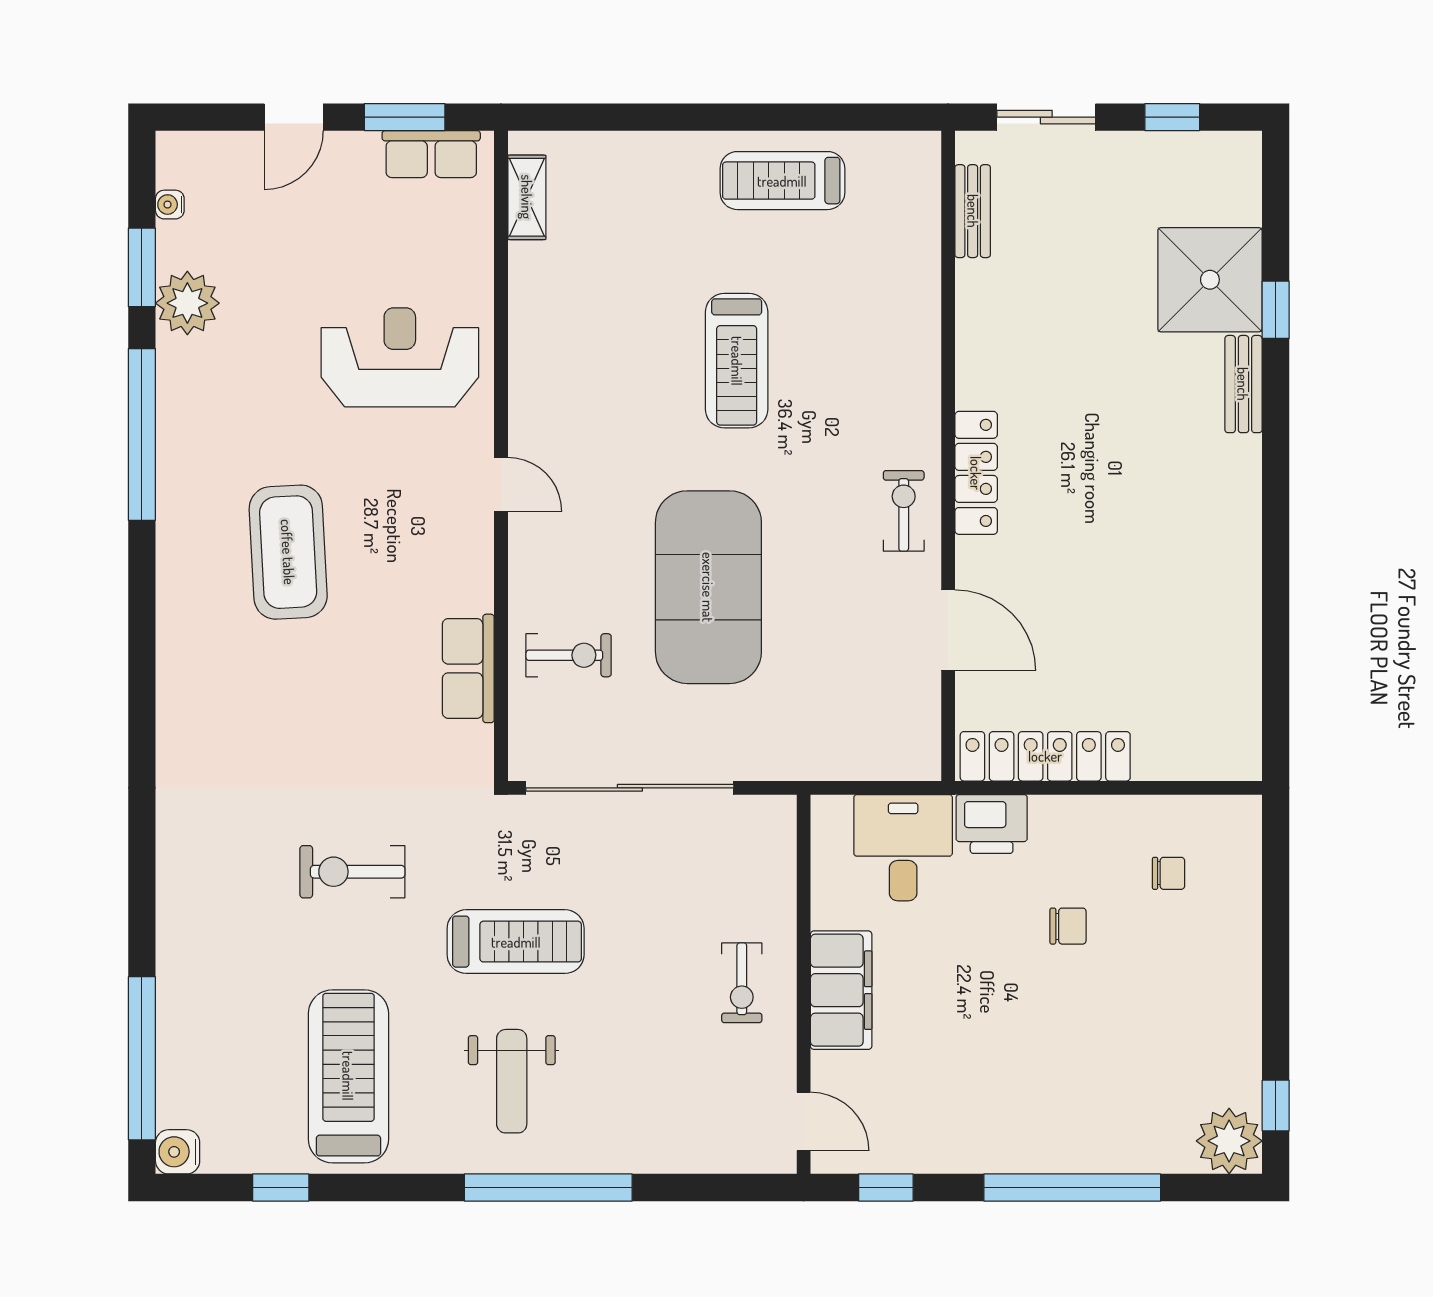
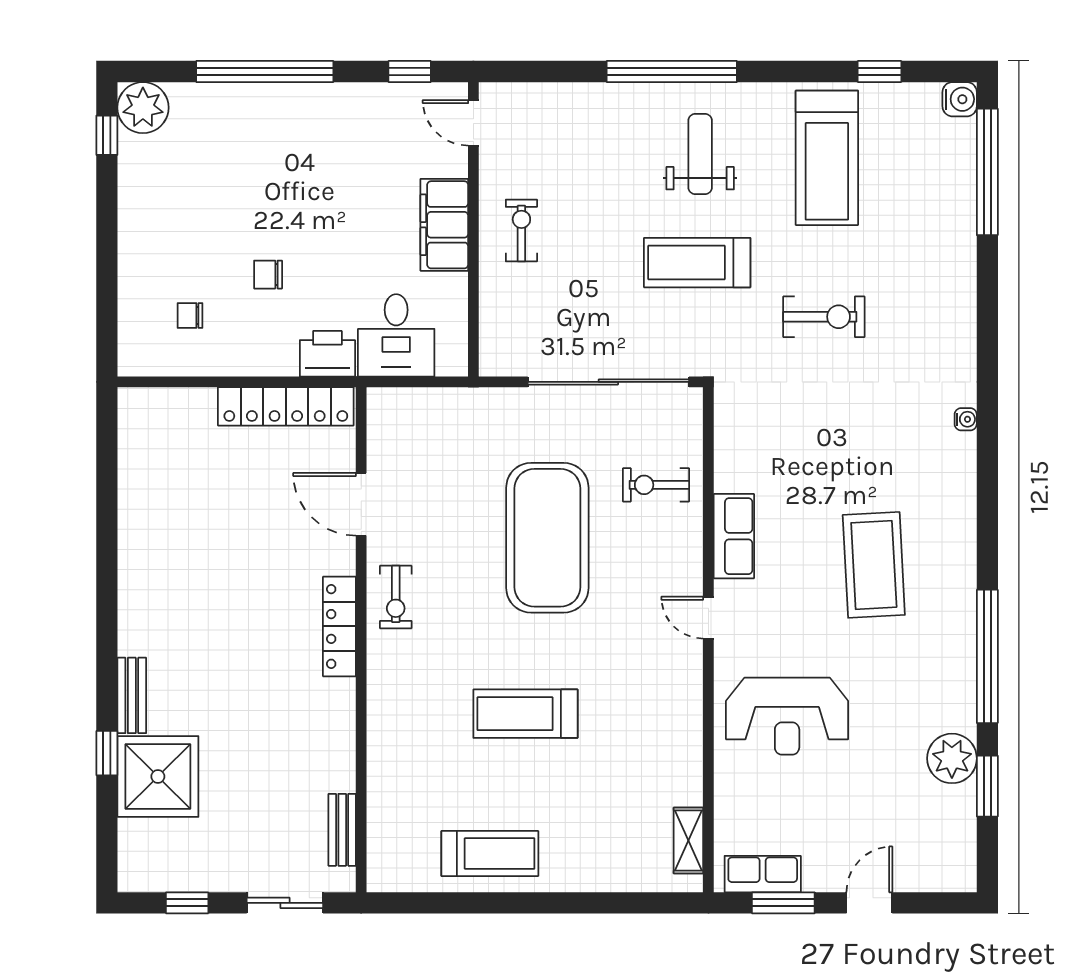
water cooler: (170, 205) -> (966, 419), moved
treadmill: (737, 361) -> (525, 714), turned -90
row of seats: (468, 668) -> (734, 536), moved

